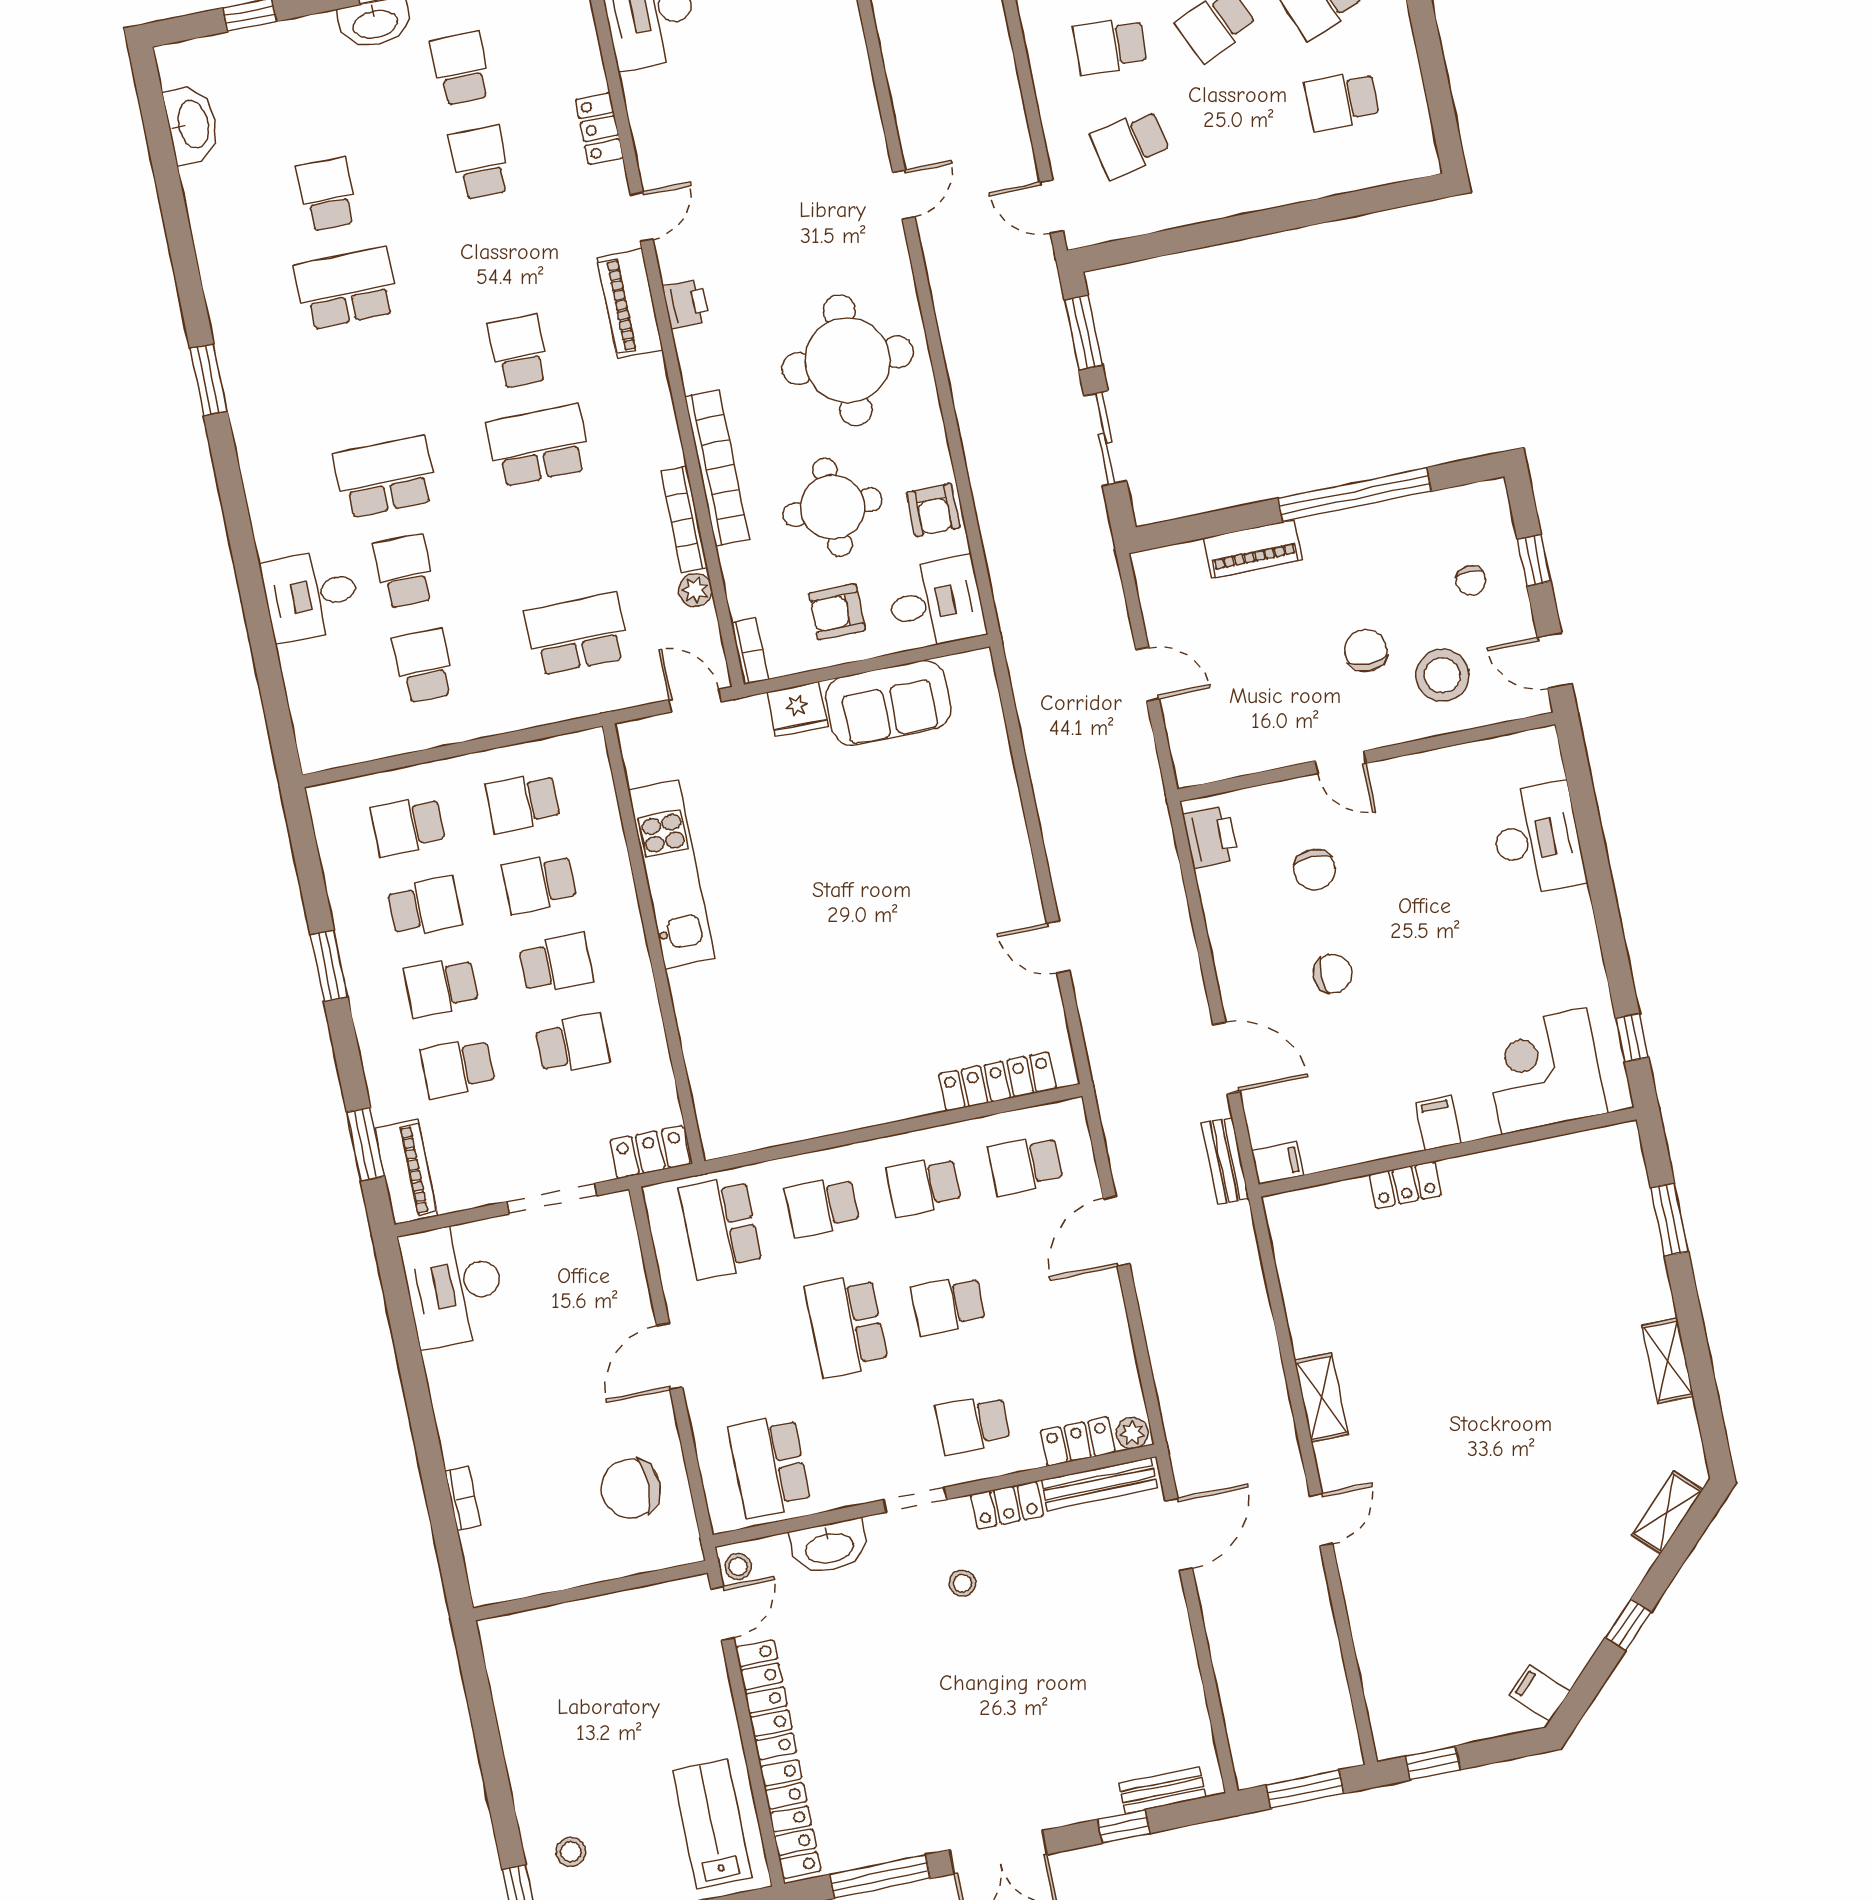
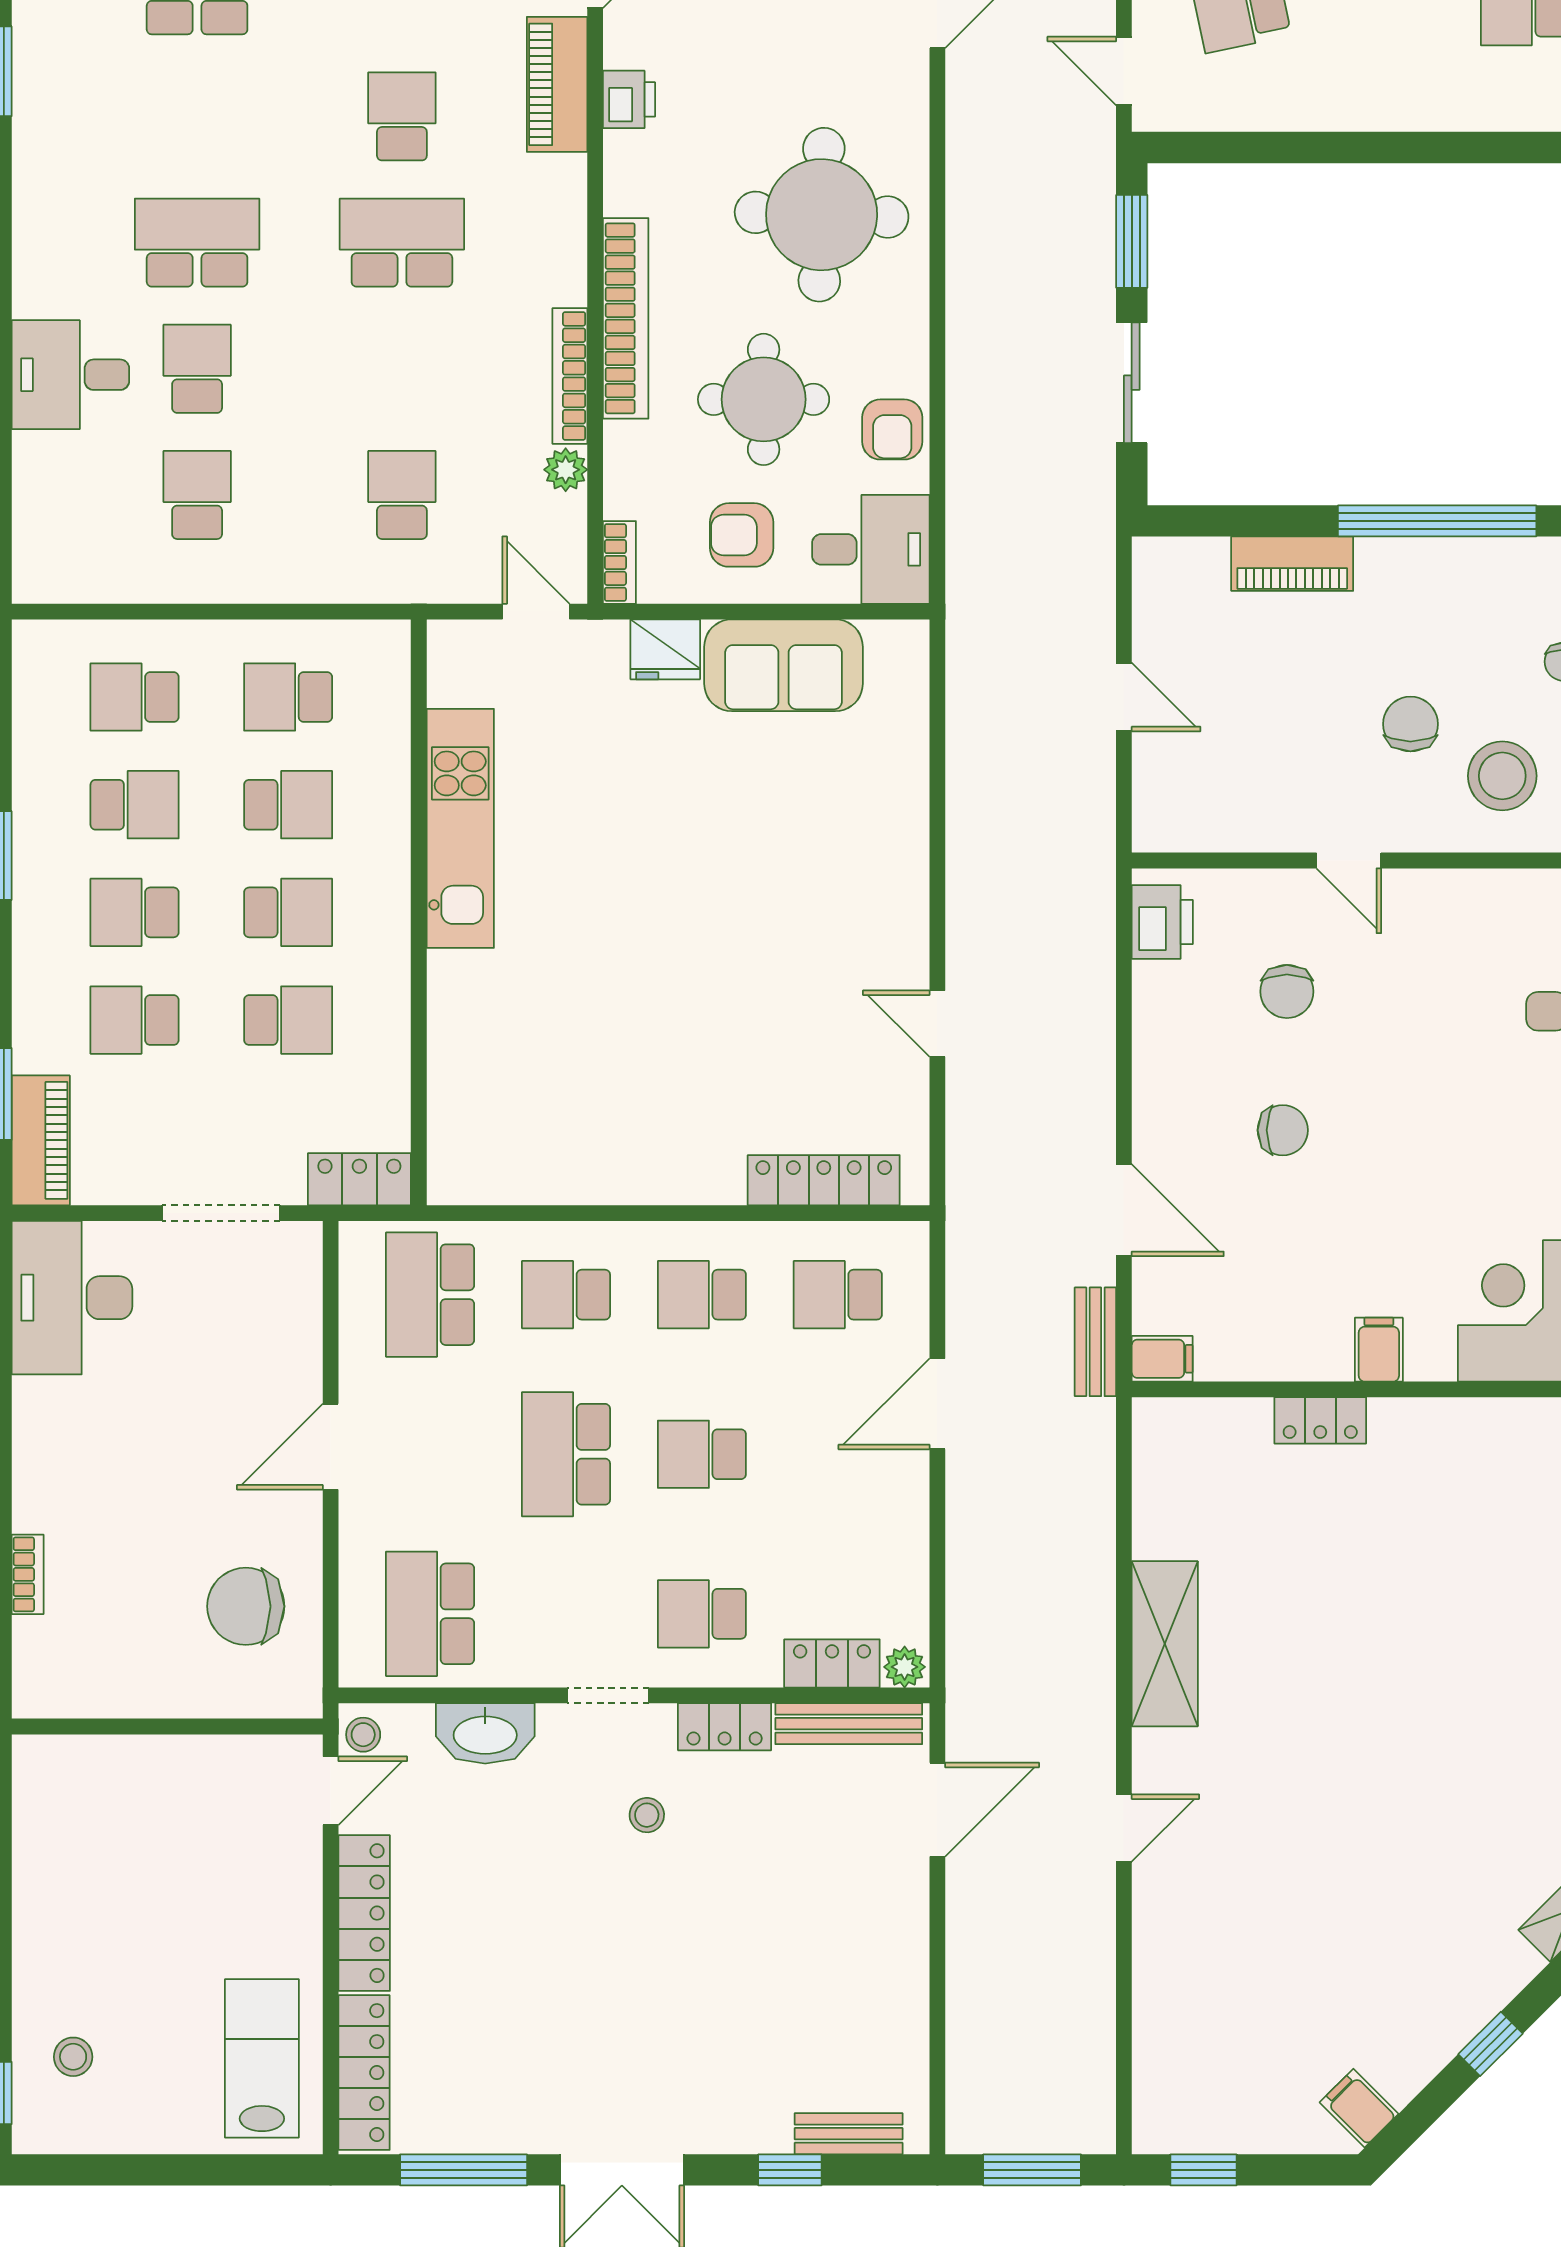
school desk: (577, 634) -> (402, 495), width x0.54
school desk: (539, 883) -> (288, 805), turned 180
shelving: (1321, 1398) -> (1165, 1644), width x1.50, depth x1.33

